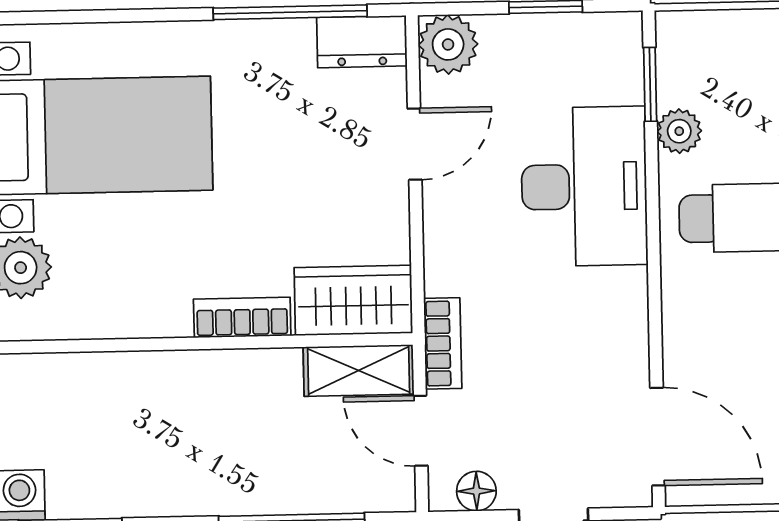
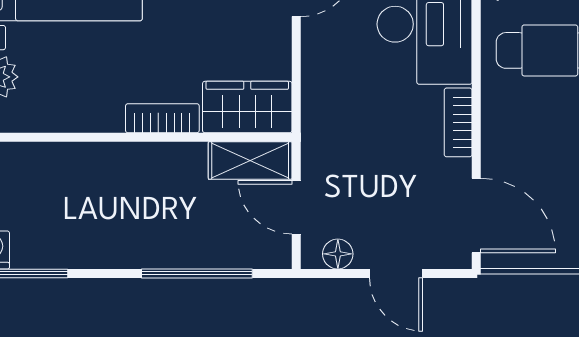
bookcase: (443, 343) -> (458, 122), moved, turned 180

